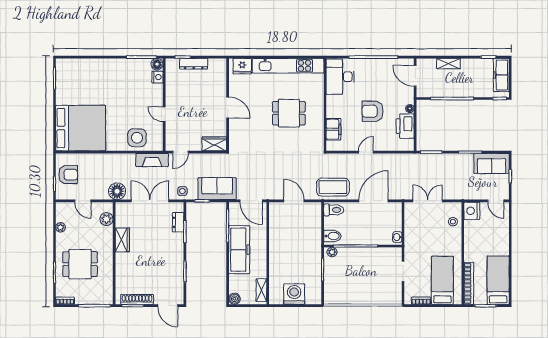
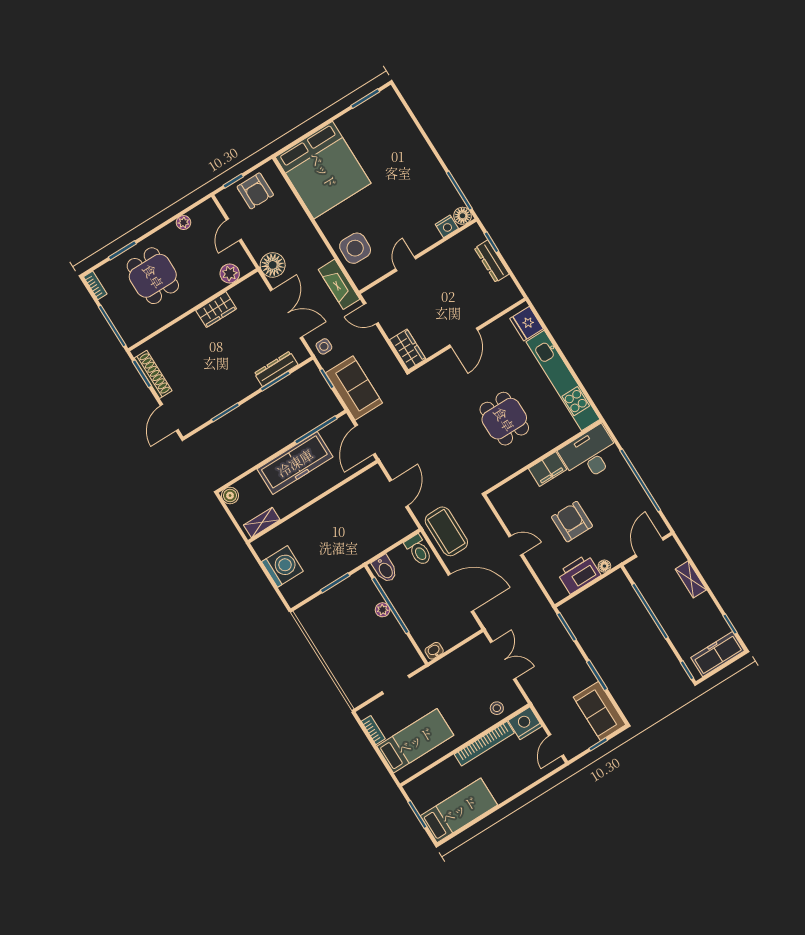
filing cabinet: (334, 129) -> (548, 469), moved
dresser: (178, 222) -> (276, 369), width x1.44
plant: (332, 252) -> (383, 610), moved
bookcase: (469, 283) -> (484, 744), moved

